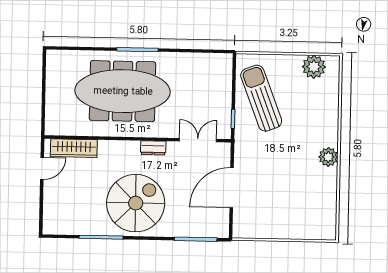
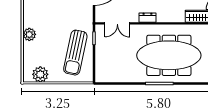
sun lounger: (261, 98) -> (75, 53), turned 33
plant: (328, 157) -> (29, 34), moved

